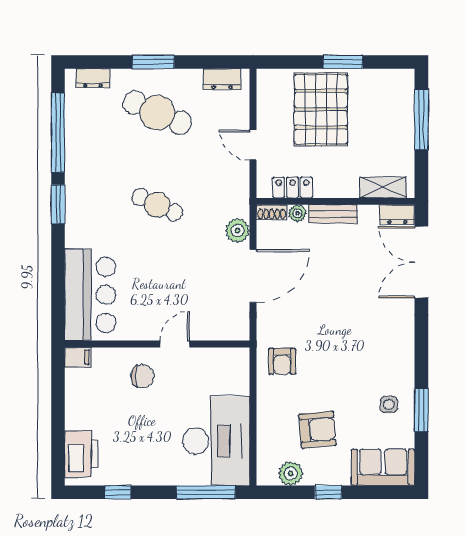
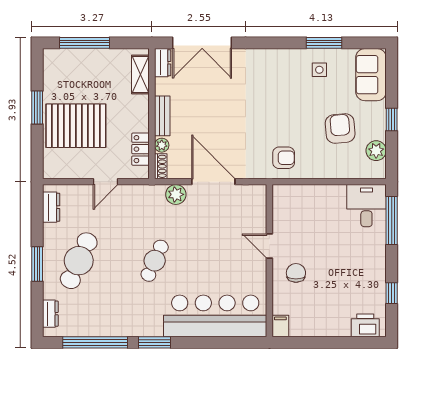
bar counter: (90, 295) -> (215, 316), width x1.36
desk: (216, 441) -> (366, 206), width x0.53, depth x0.77
printer: (81, 454) -> (365, 325), width x0.73, depth x0.84

